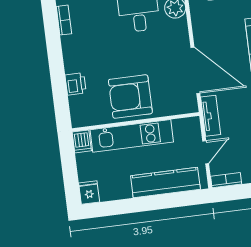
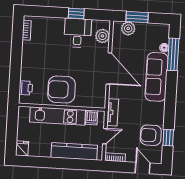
door: (195, 70) -> (109, 69), moved
printer: (76, 84) -> (26, 88), moved
dishwasher: (82, 141) -> (92, 117), moved

